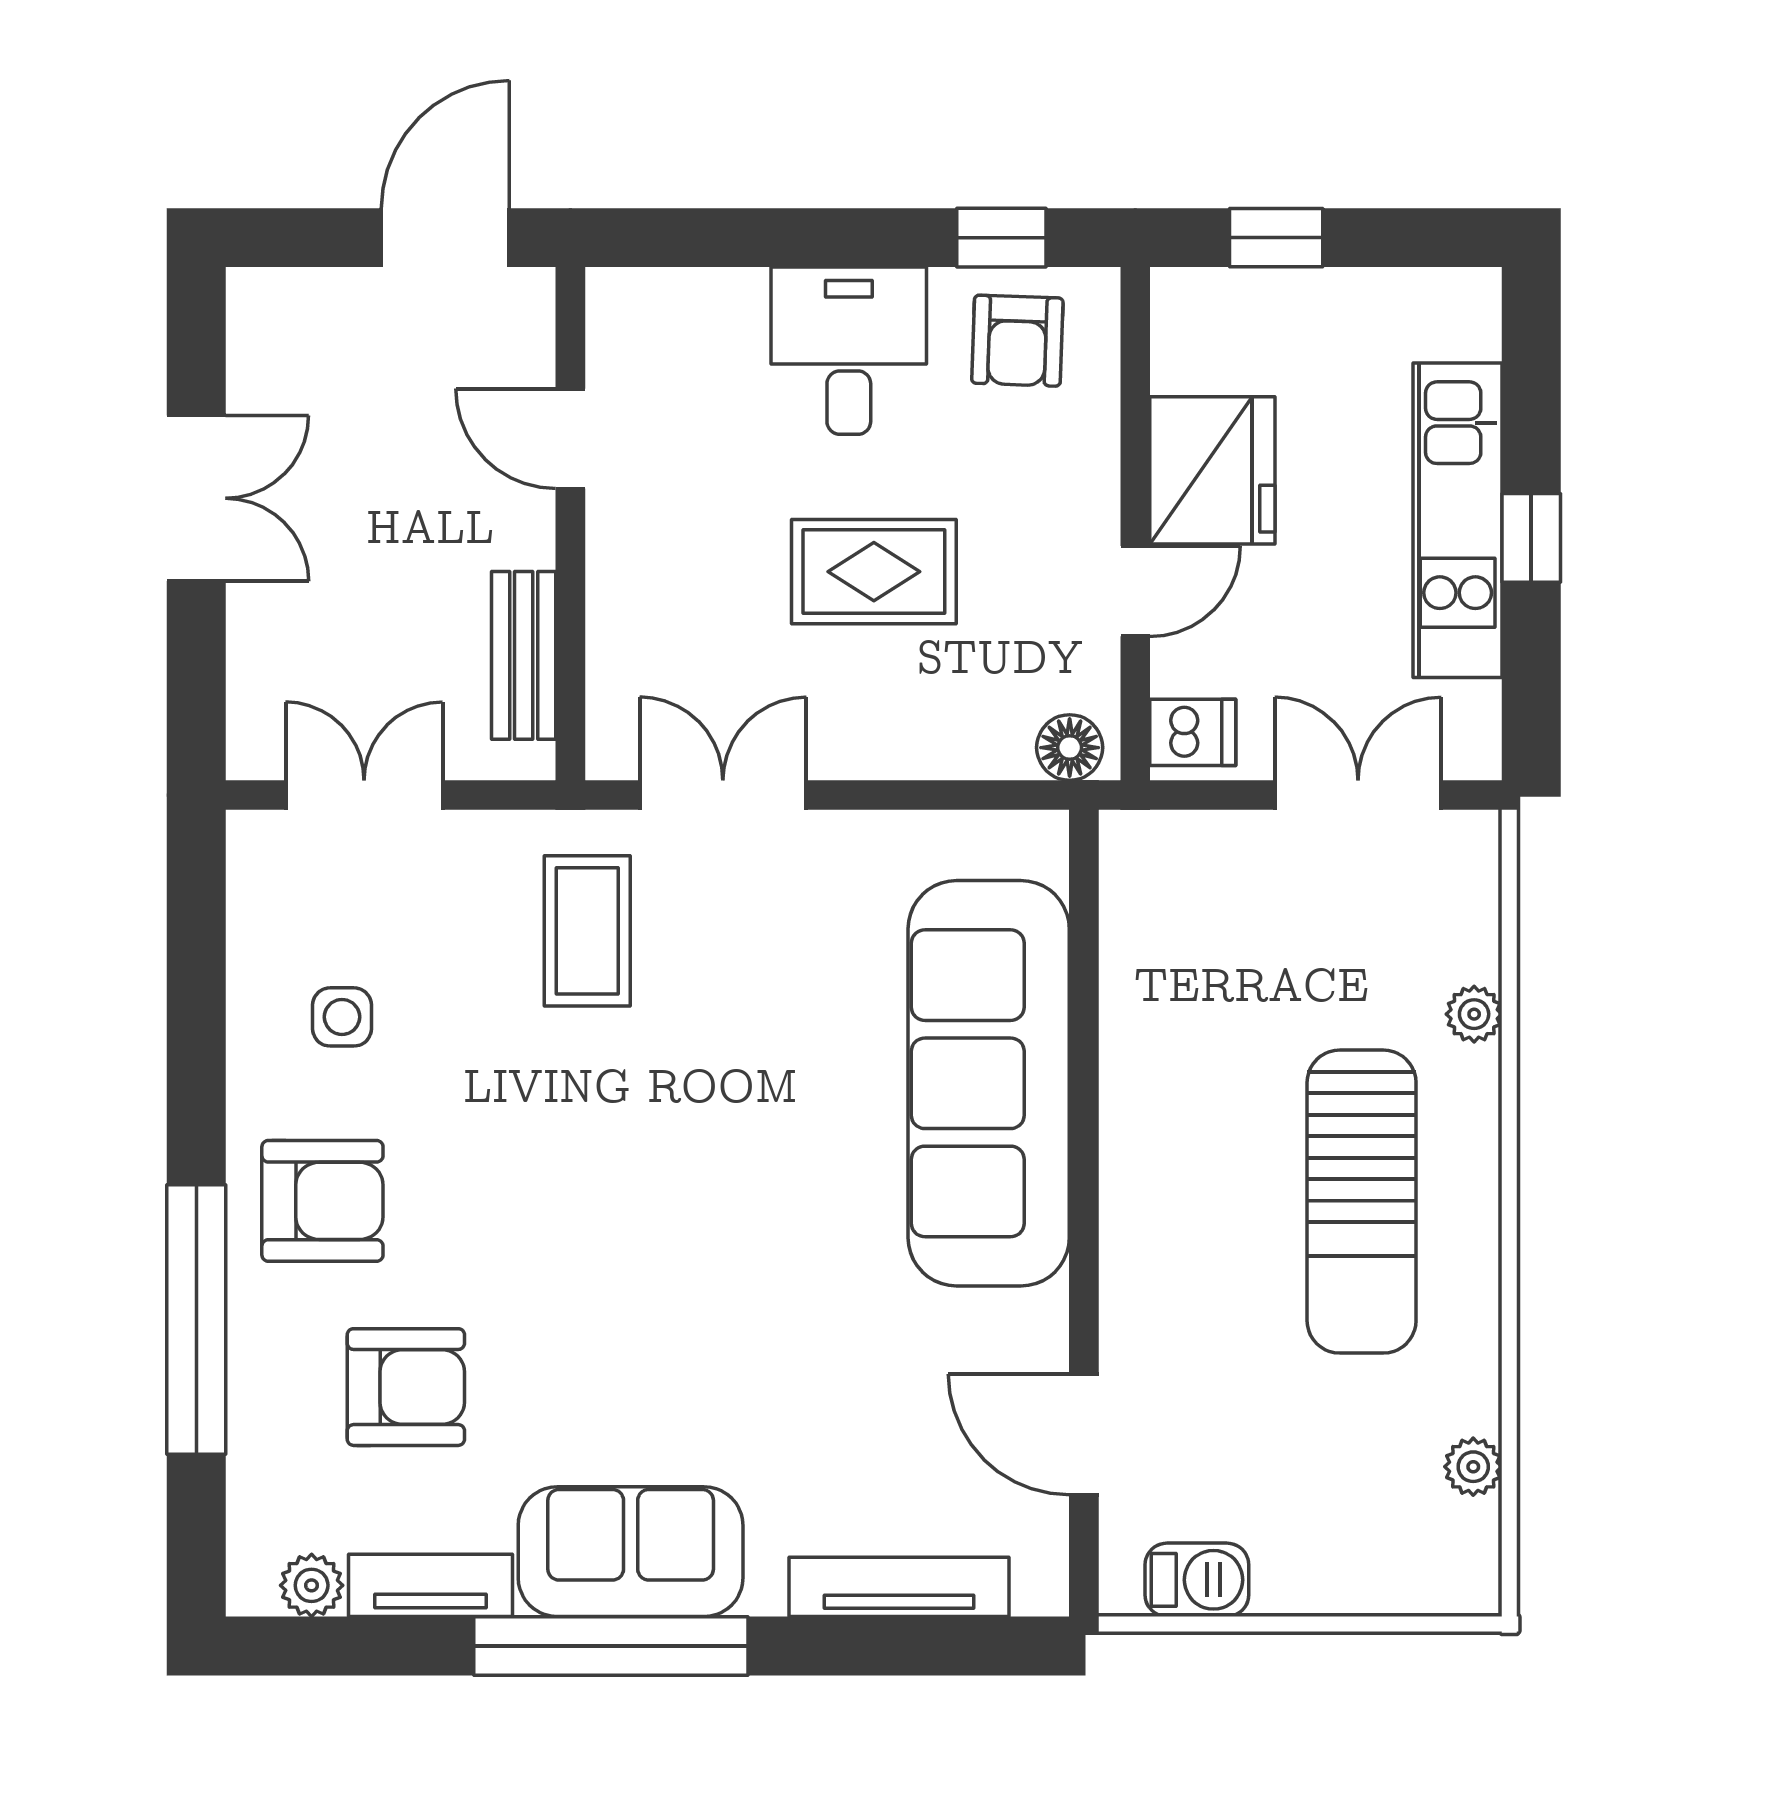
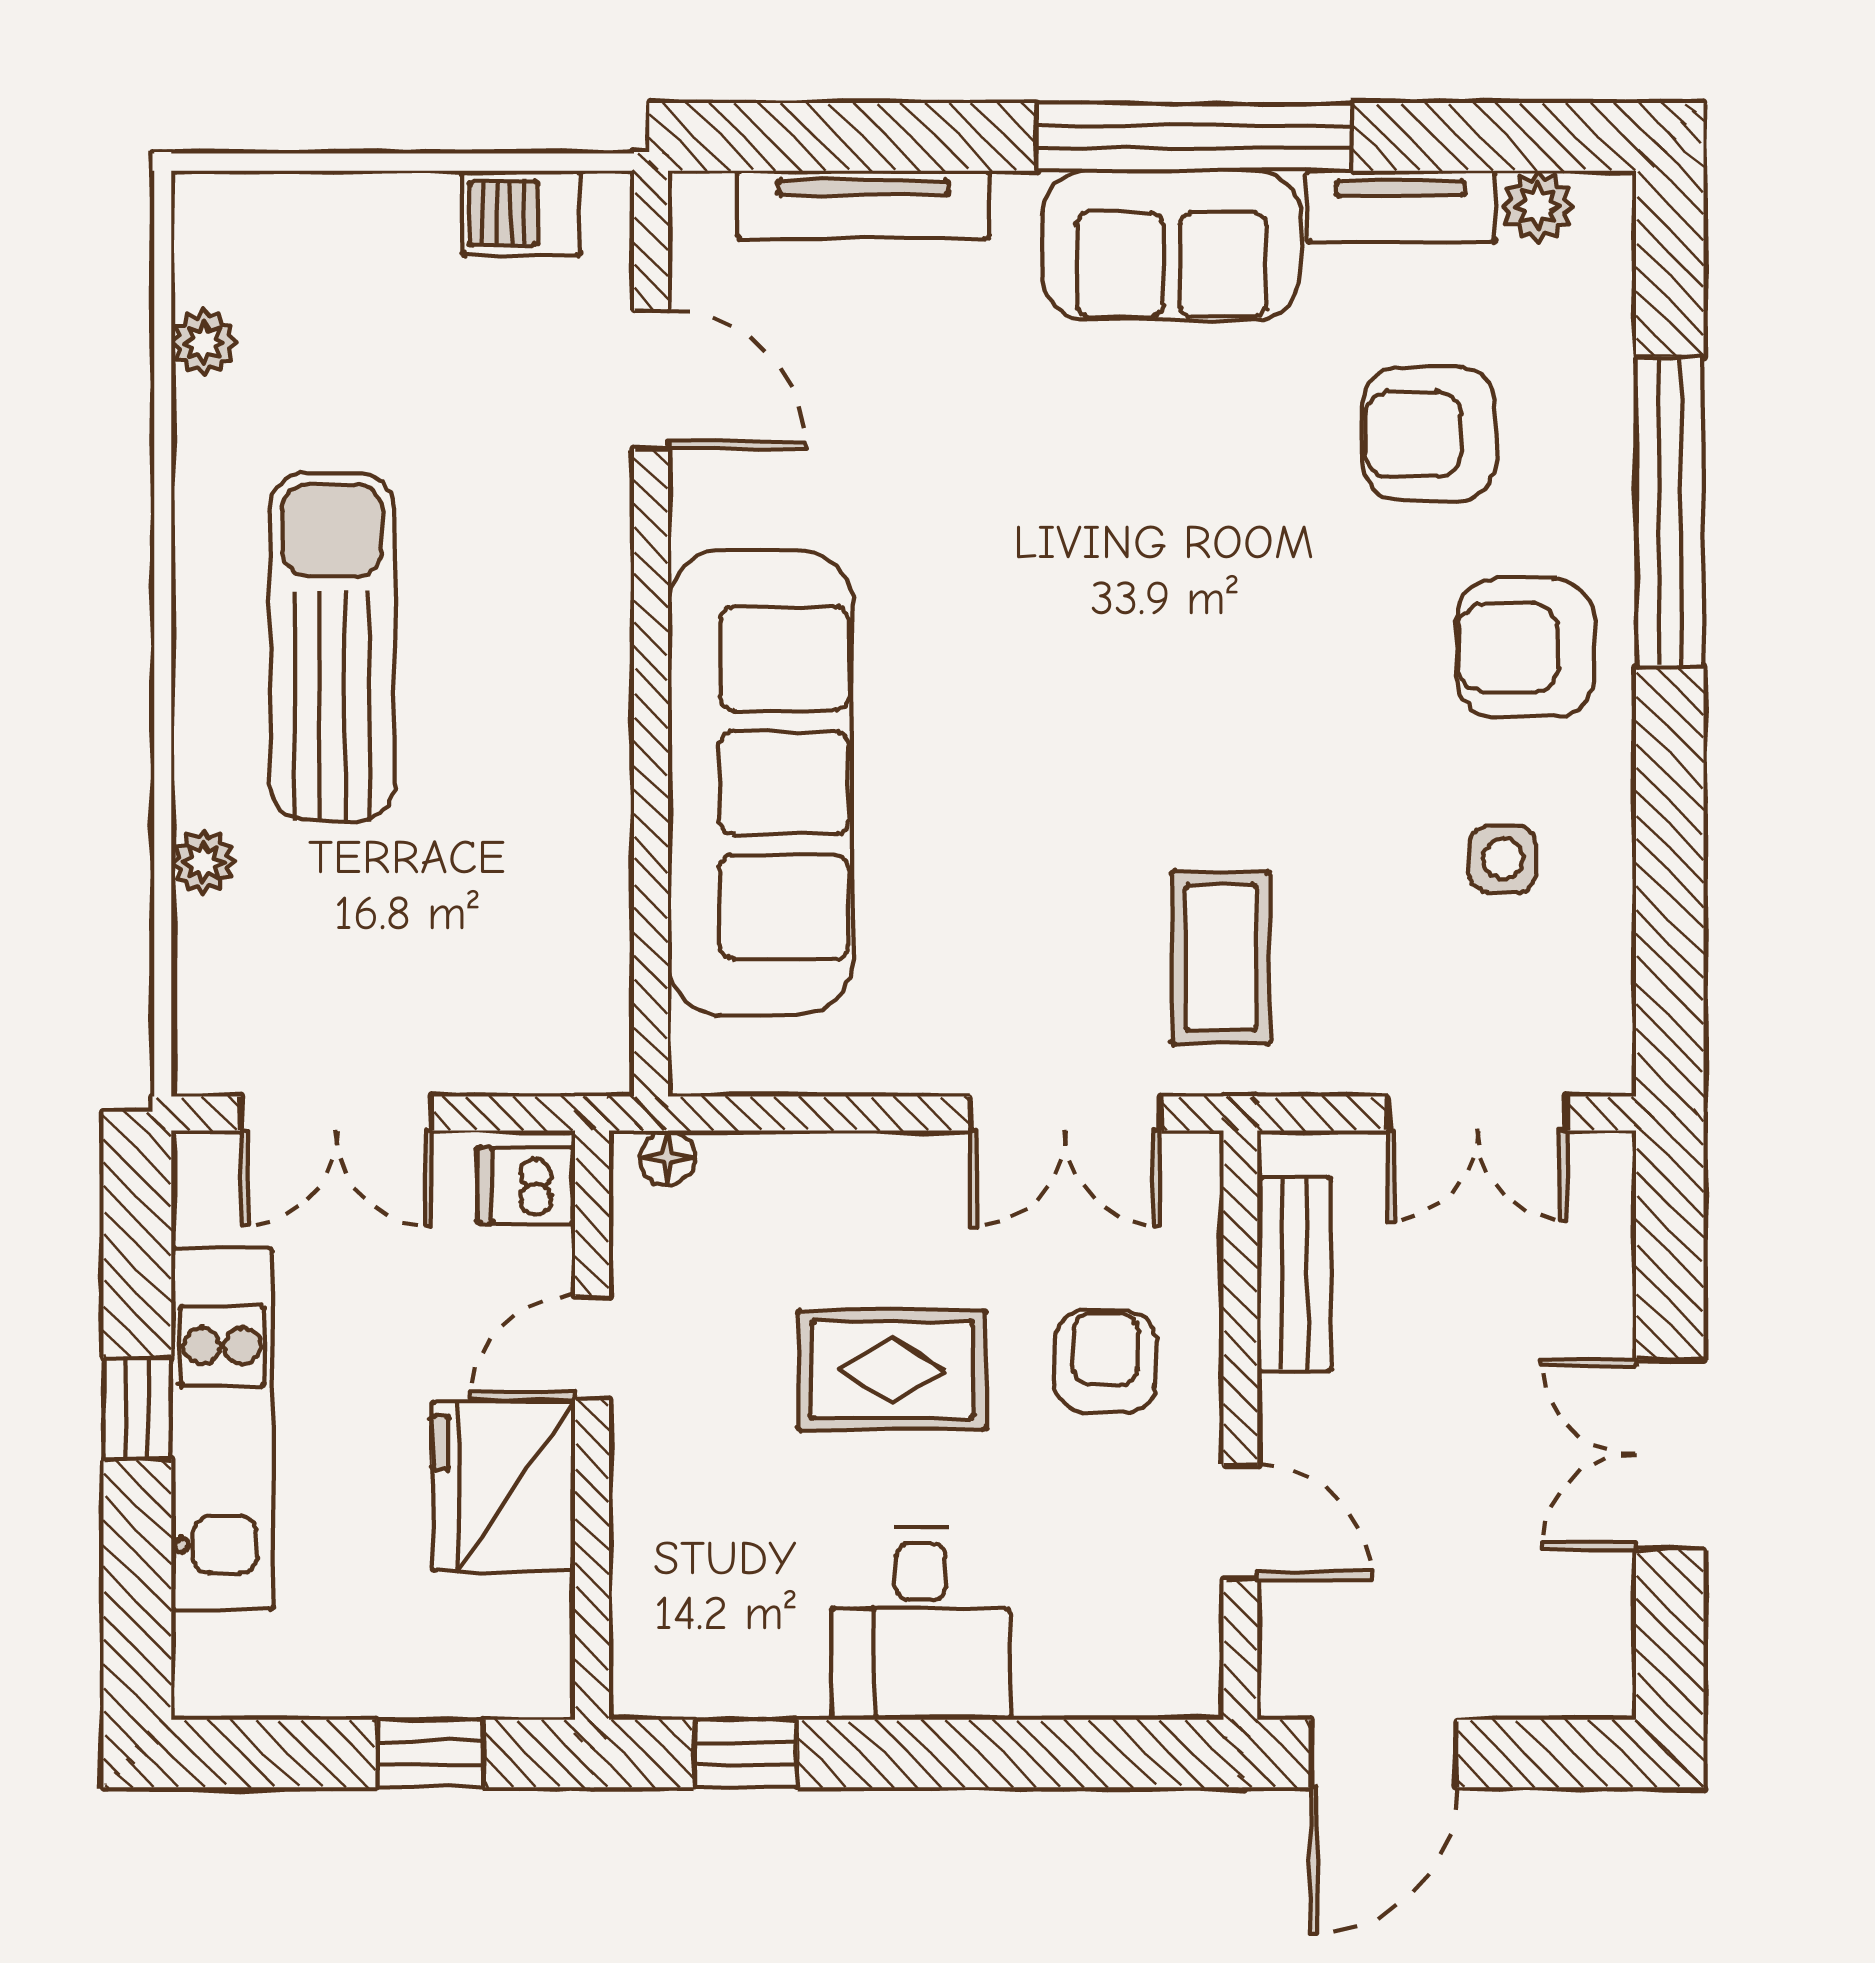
armchair: (1017, 341) -> (1105, 1361), moved
floor lamp: (1070, 748) -> (667, 1158), width x0.73, depth x0.73

